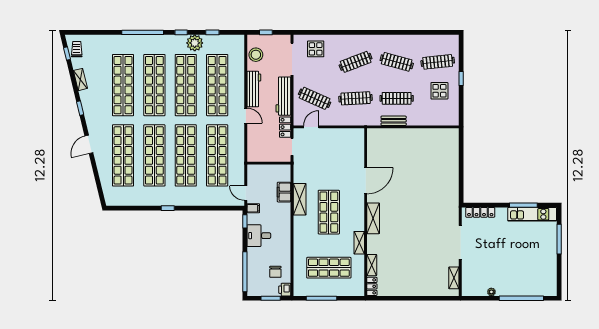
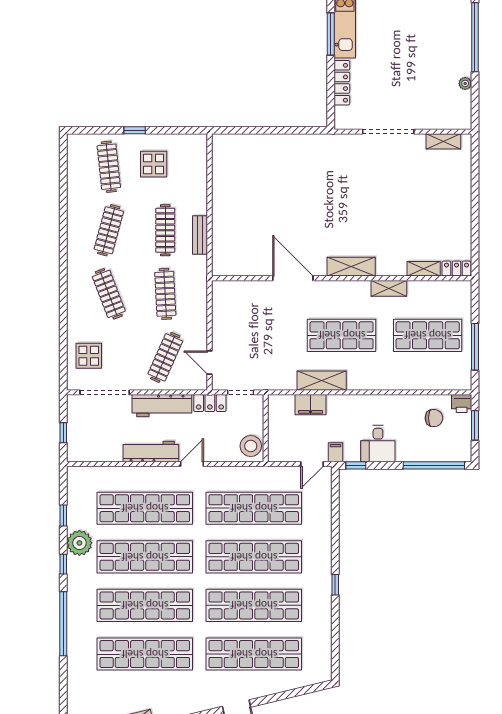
stool: (256, 55) -> (251, 446), moved
locker: (480, 212) -> (342, 83), moved
shop shelf: (329, 268) -> (428, 335), turned 90

